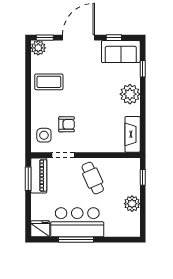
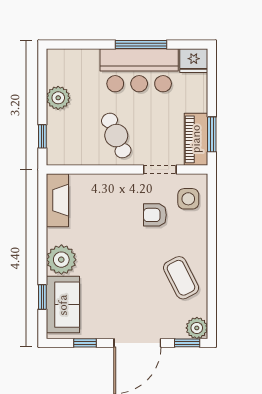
sofa: (121, 52) -> (63, 305), moved, turned 90
coffee table: (49, 82) -> (181, 278), turned 63

